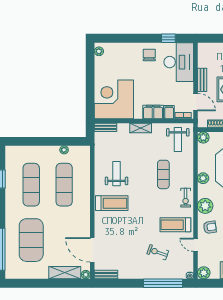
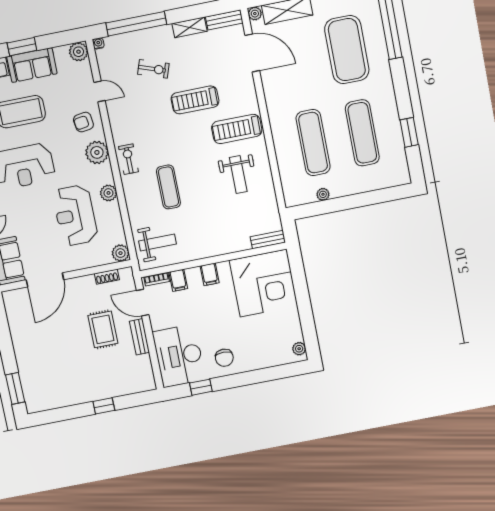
filing cabinet: (153, 112) -> (210, 274), width x0.50
shelving: (141, 128) -> (189, 27), moved
weight bench: (178, 140) -> (157, 243), turned 90
treadmill: (175, 225) -> (195, 100), moved, turned 180

